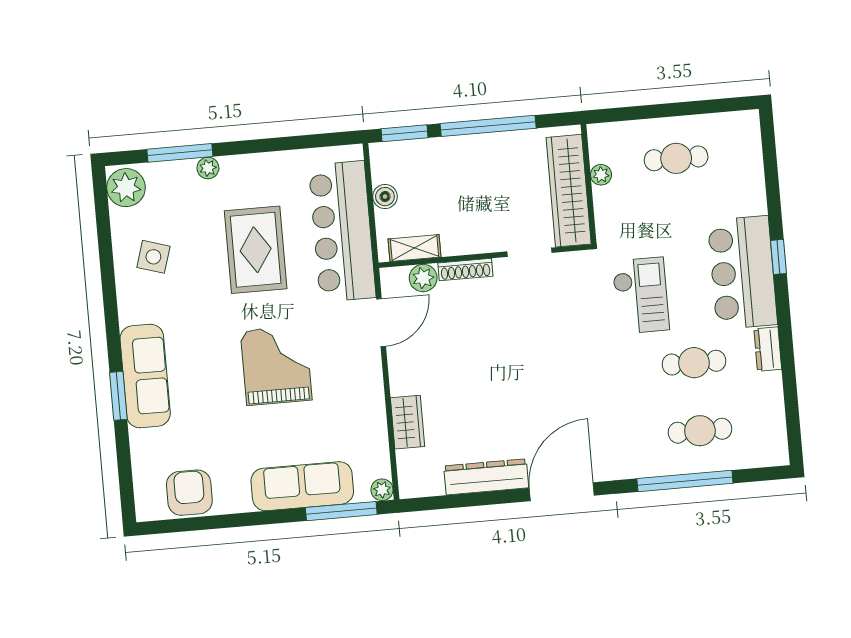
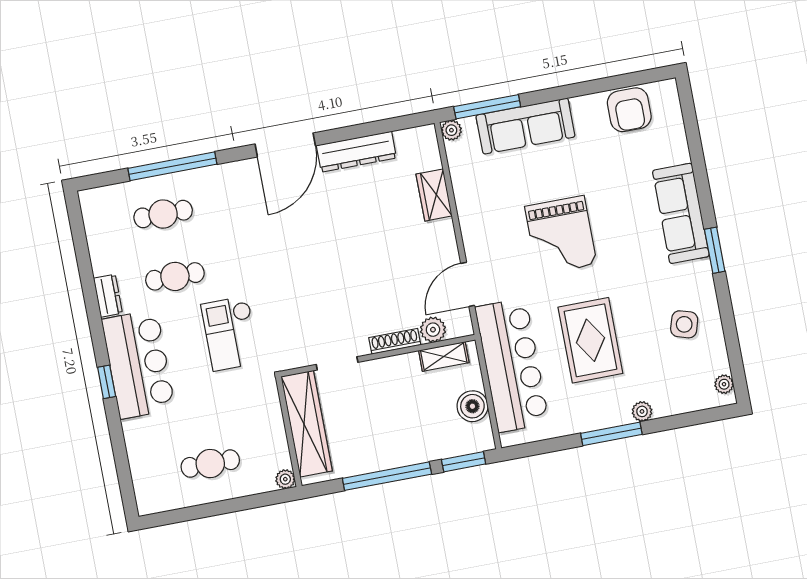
window: (180, 153) -> (611, 434), moved
plant: (601, 175) -> (285, 479), moved
plant: (126, 188) -> (724, 384), width x0.53, depth x0.53
boiler: (385, 197) -> (472, 406), width x1.36, depth x1.36
window: (118, 396) -> (715, 250), moved

